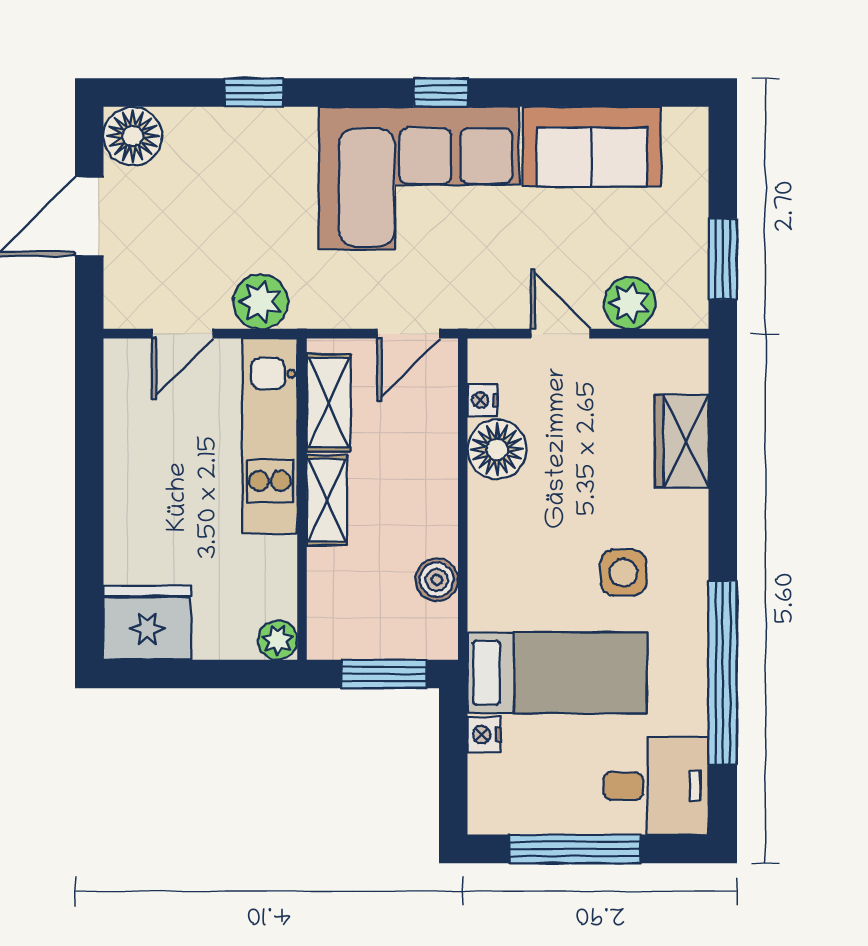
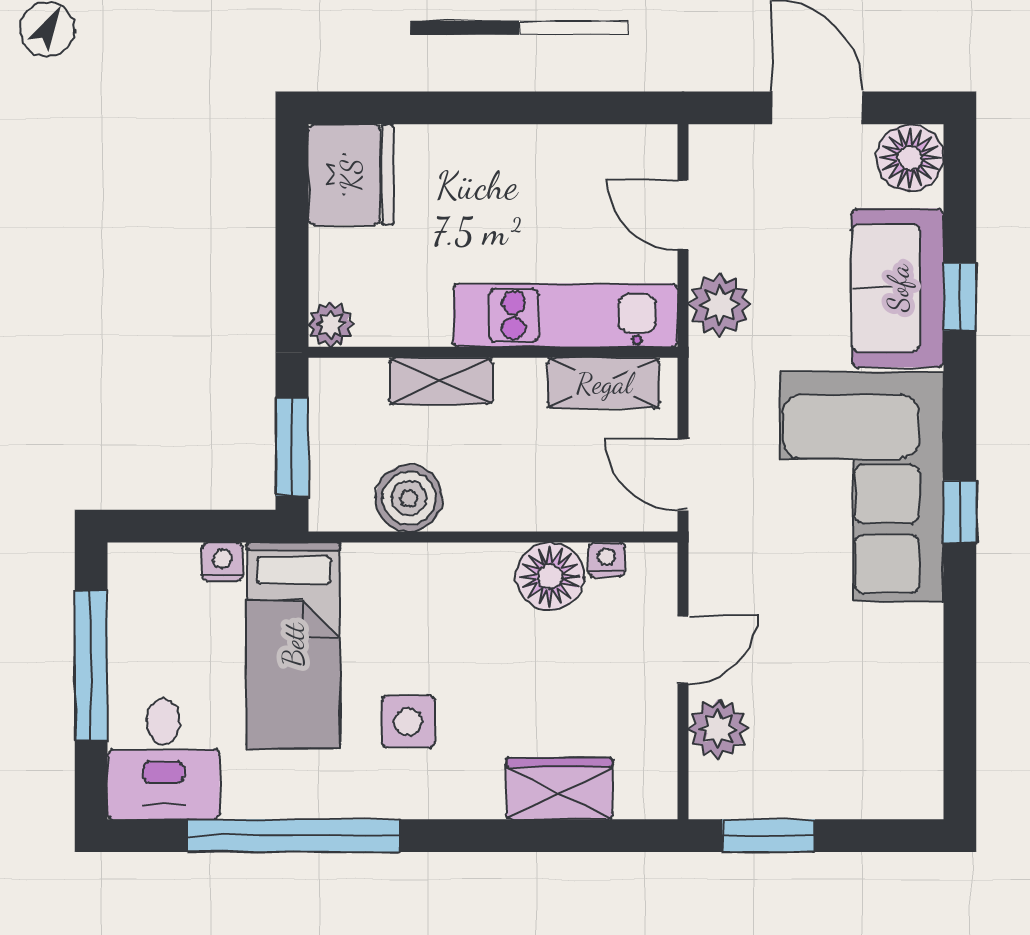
sofa: (592, 147) -> (898, 288), moved
shelving: (327, 500) -> (441, 381), moved
boiler: (437, 580) -> (409, 498), width x1.36, depth x1.36

